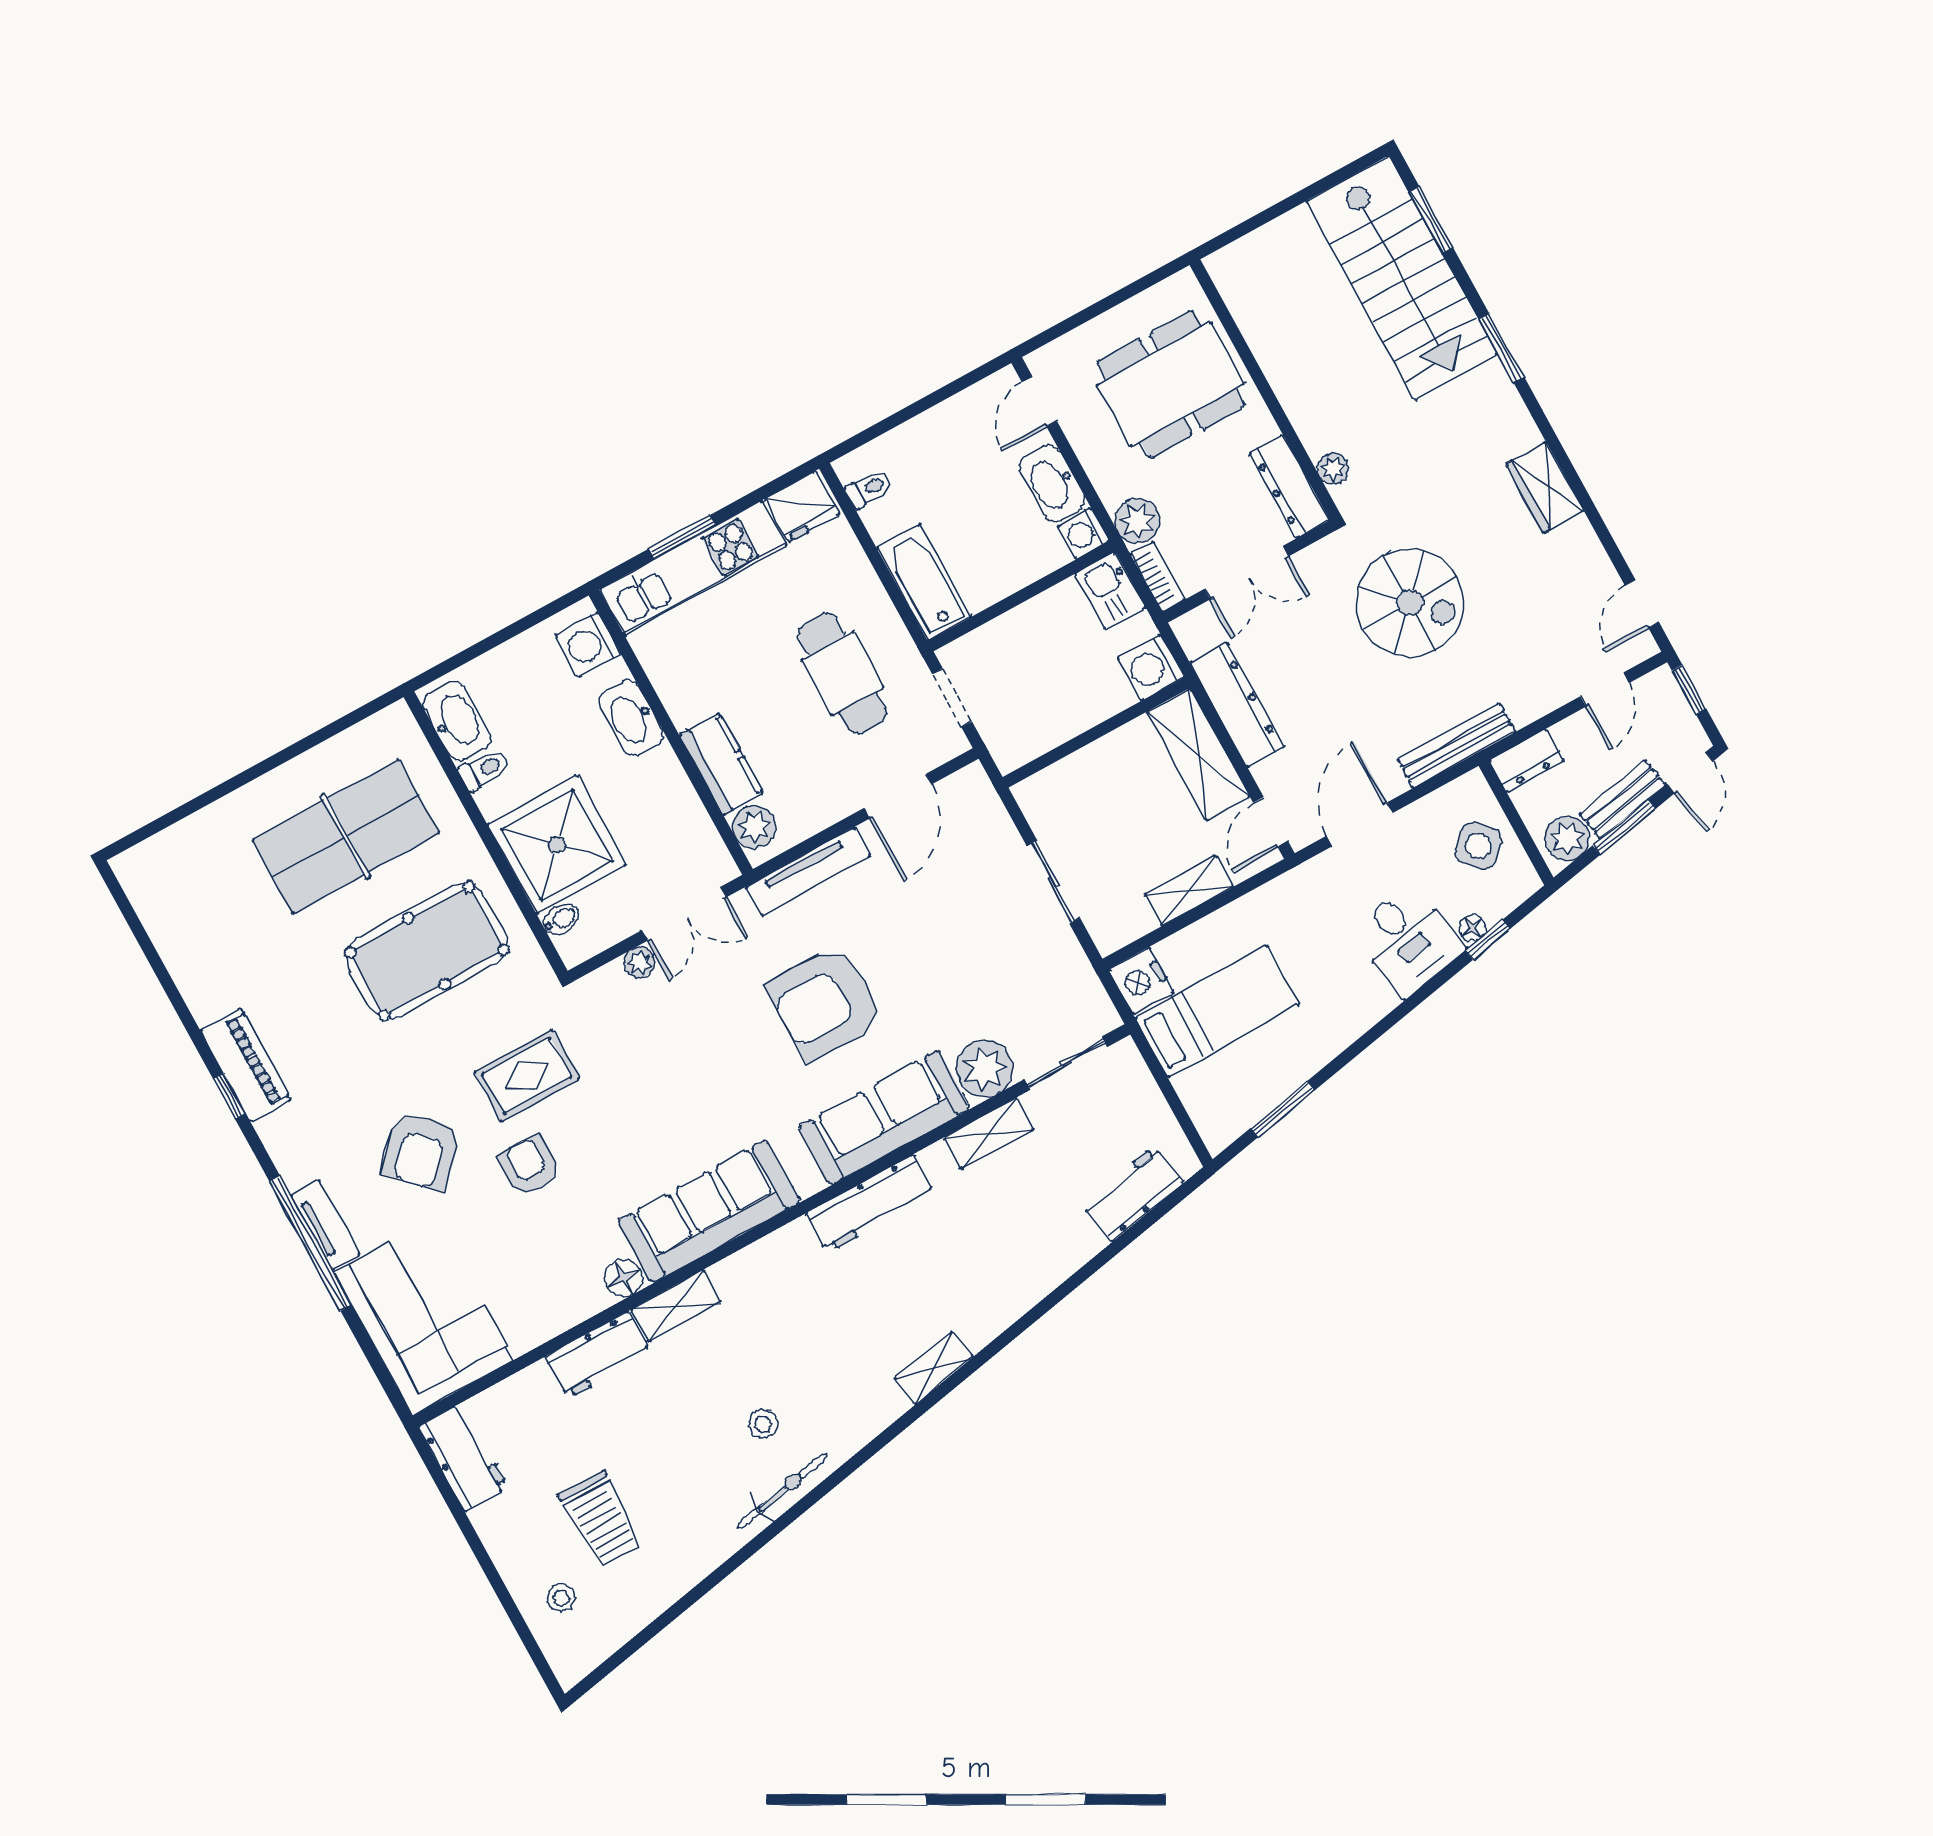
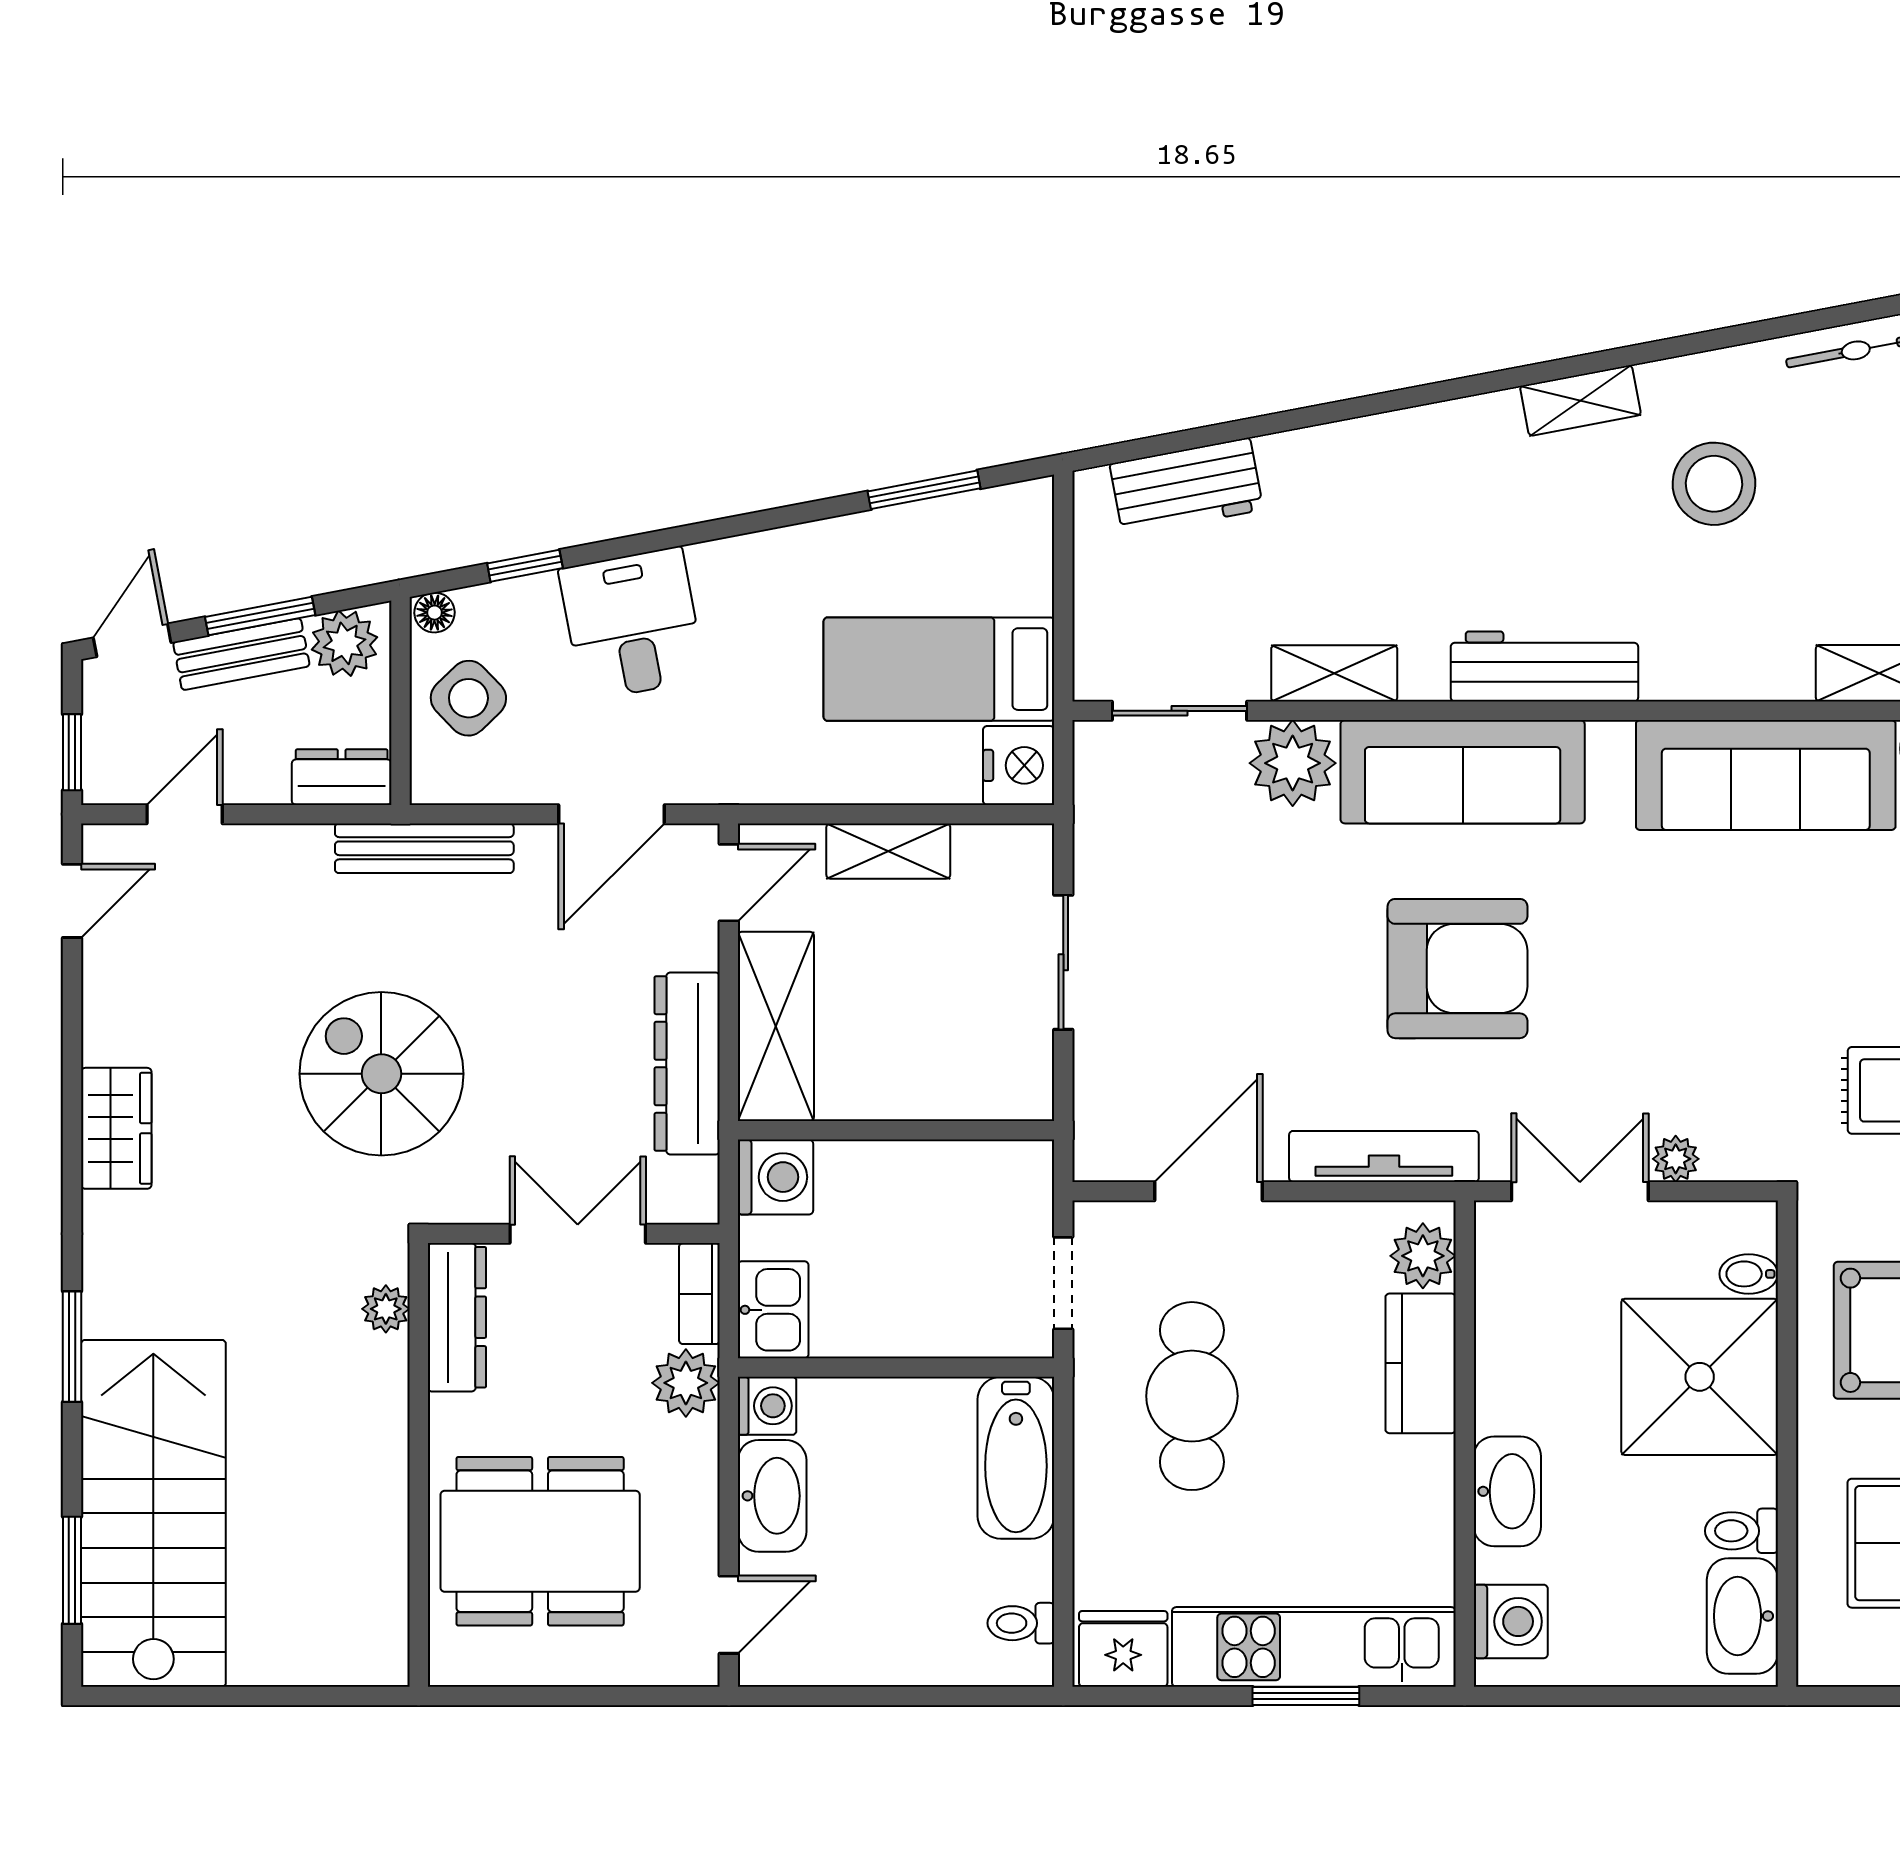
floor lamp: (1472, 928) -> (434, 613), moved
stool: (763, 1424) -> (1714, 484), moved, width x1.89, depth x1.89

